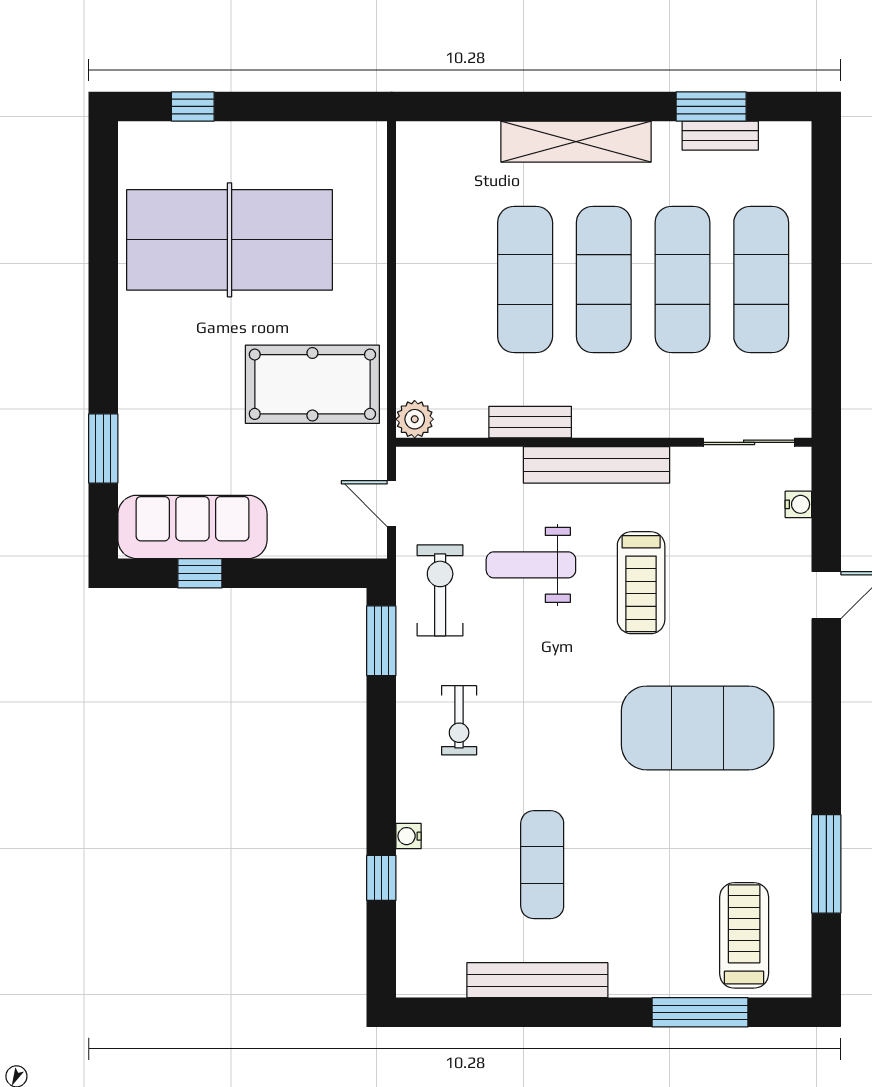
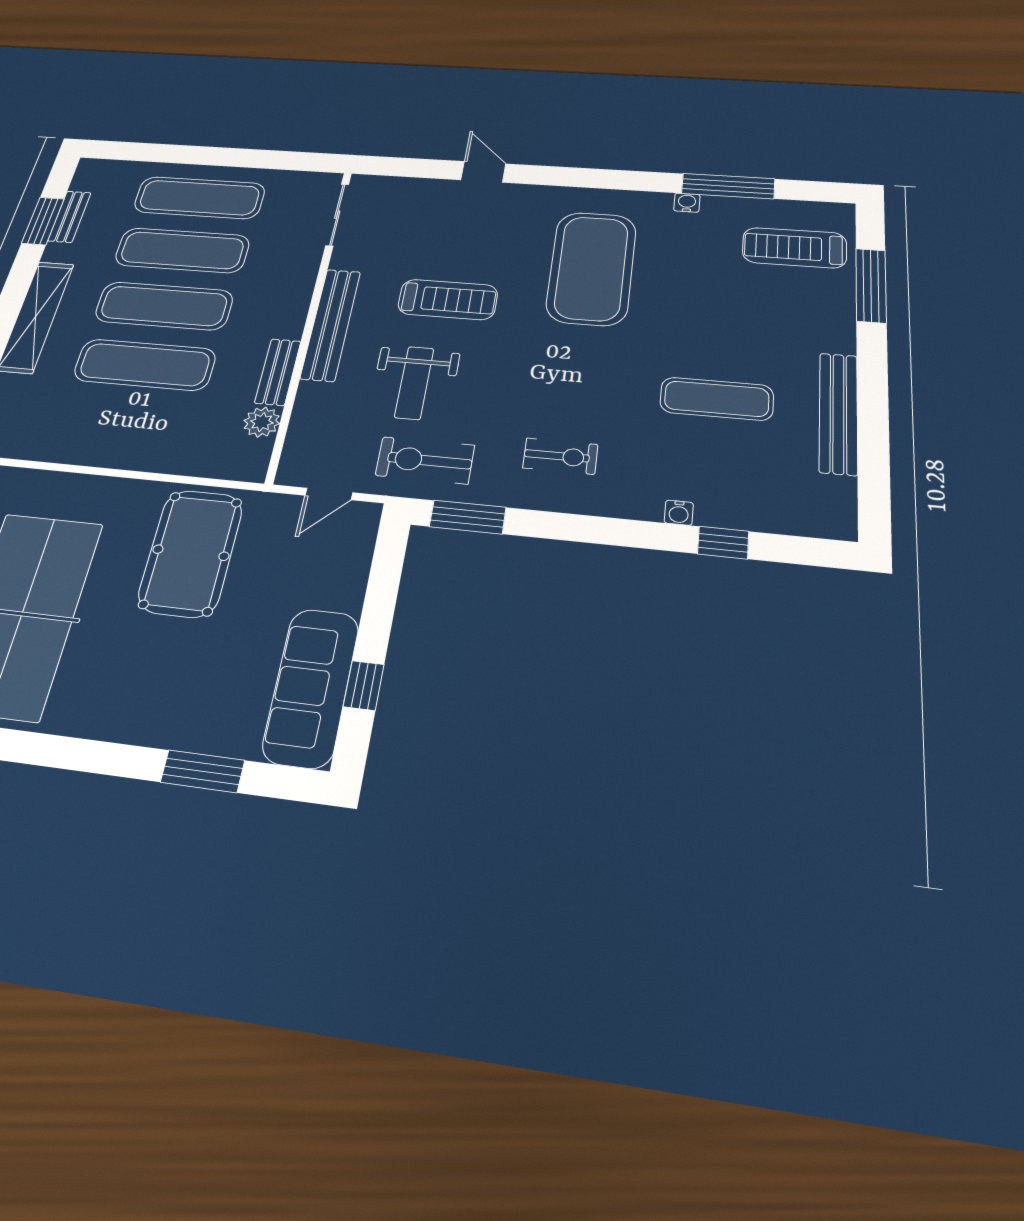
plant: (415, 419) -> (262, 422), moved
water cooler: (798, 504) -> (687, 203), moved

